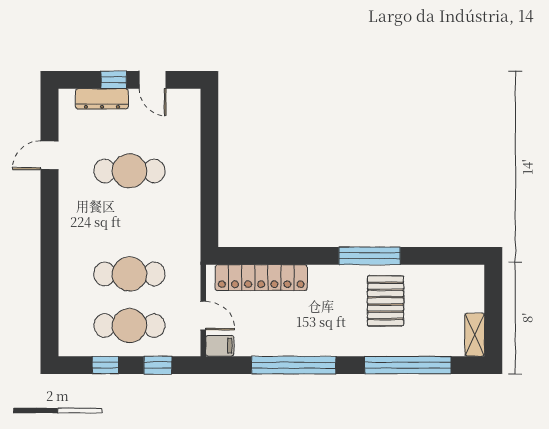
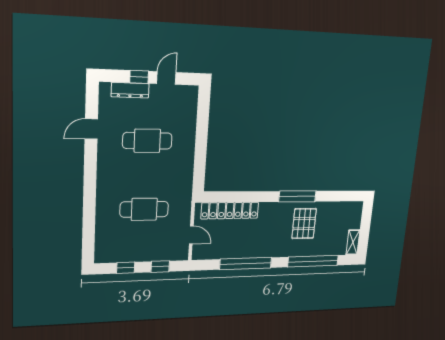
door: (153, 80) -> (166, 78), swing flipped
cafe table: (129, 326) -> (143, 242), removed
filing cabinet: (220, 346) -> (201, 253), removed

